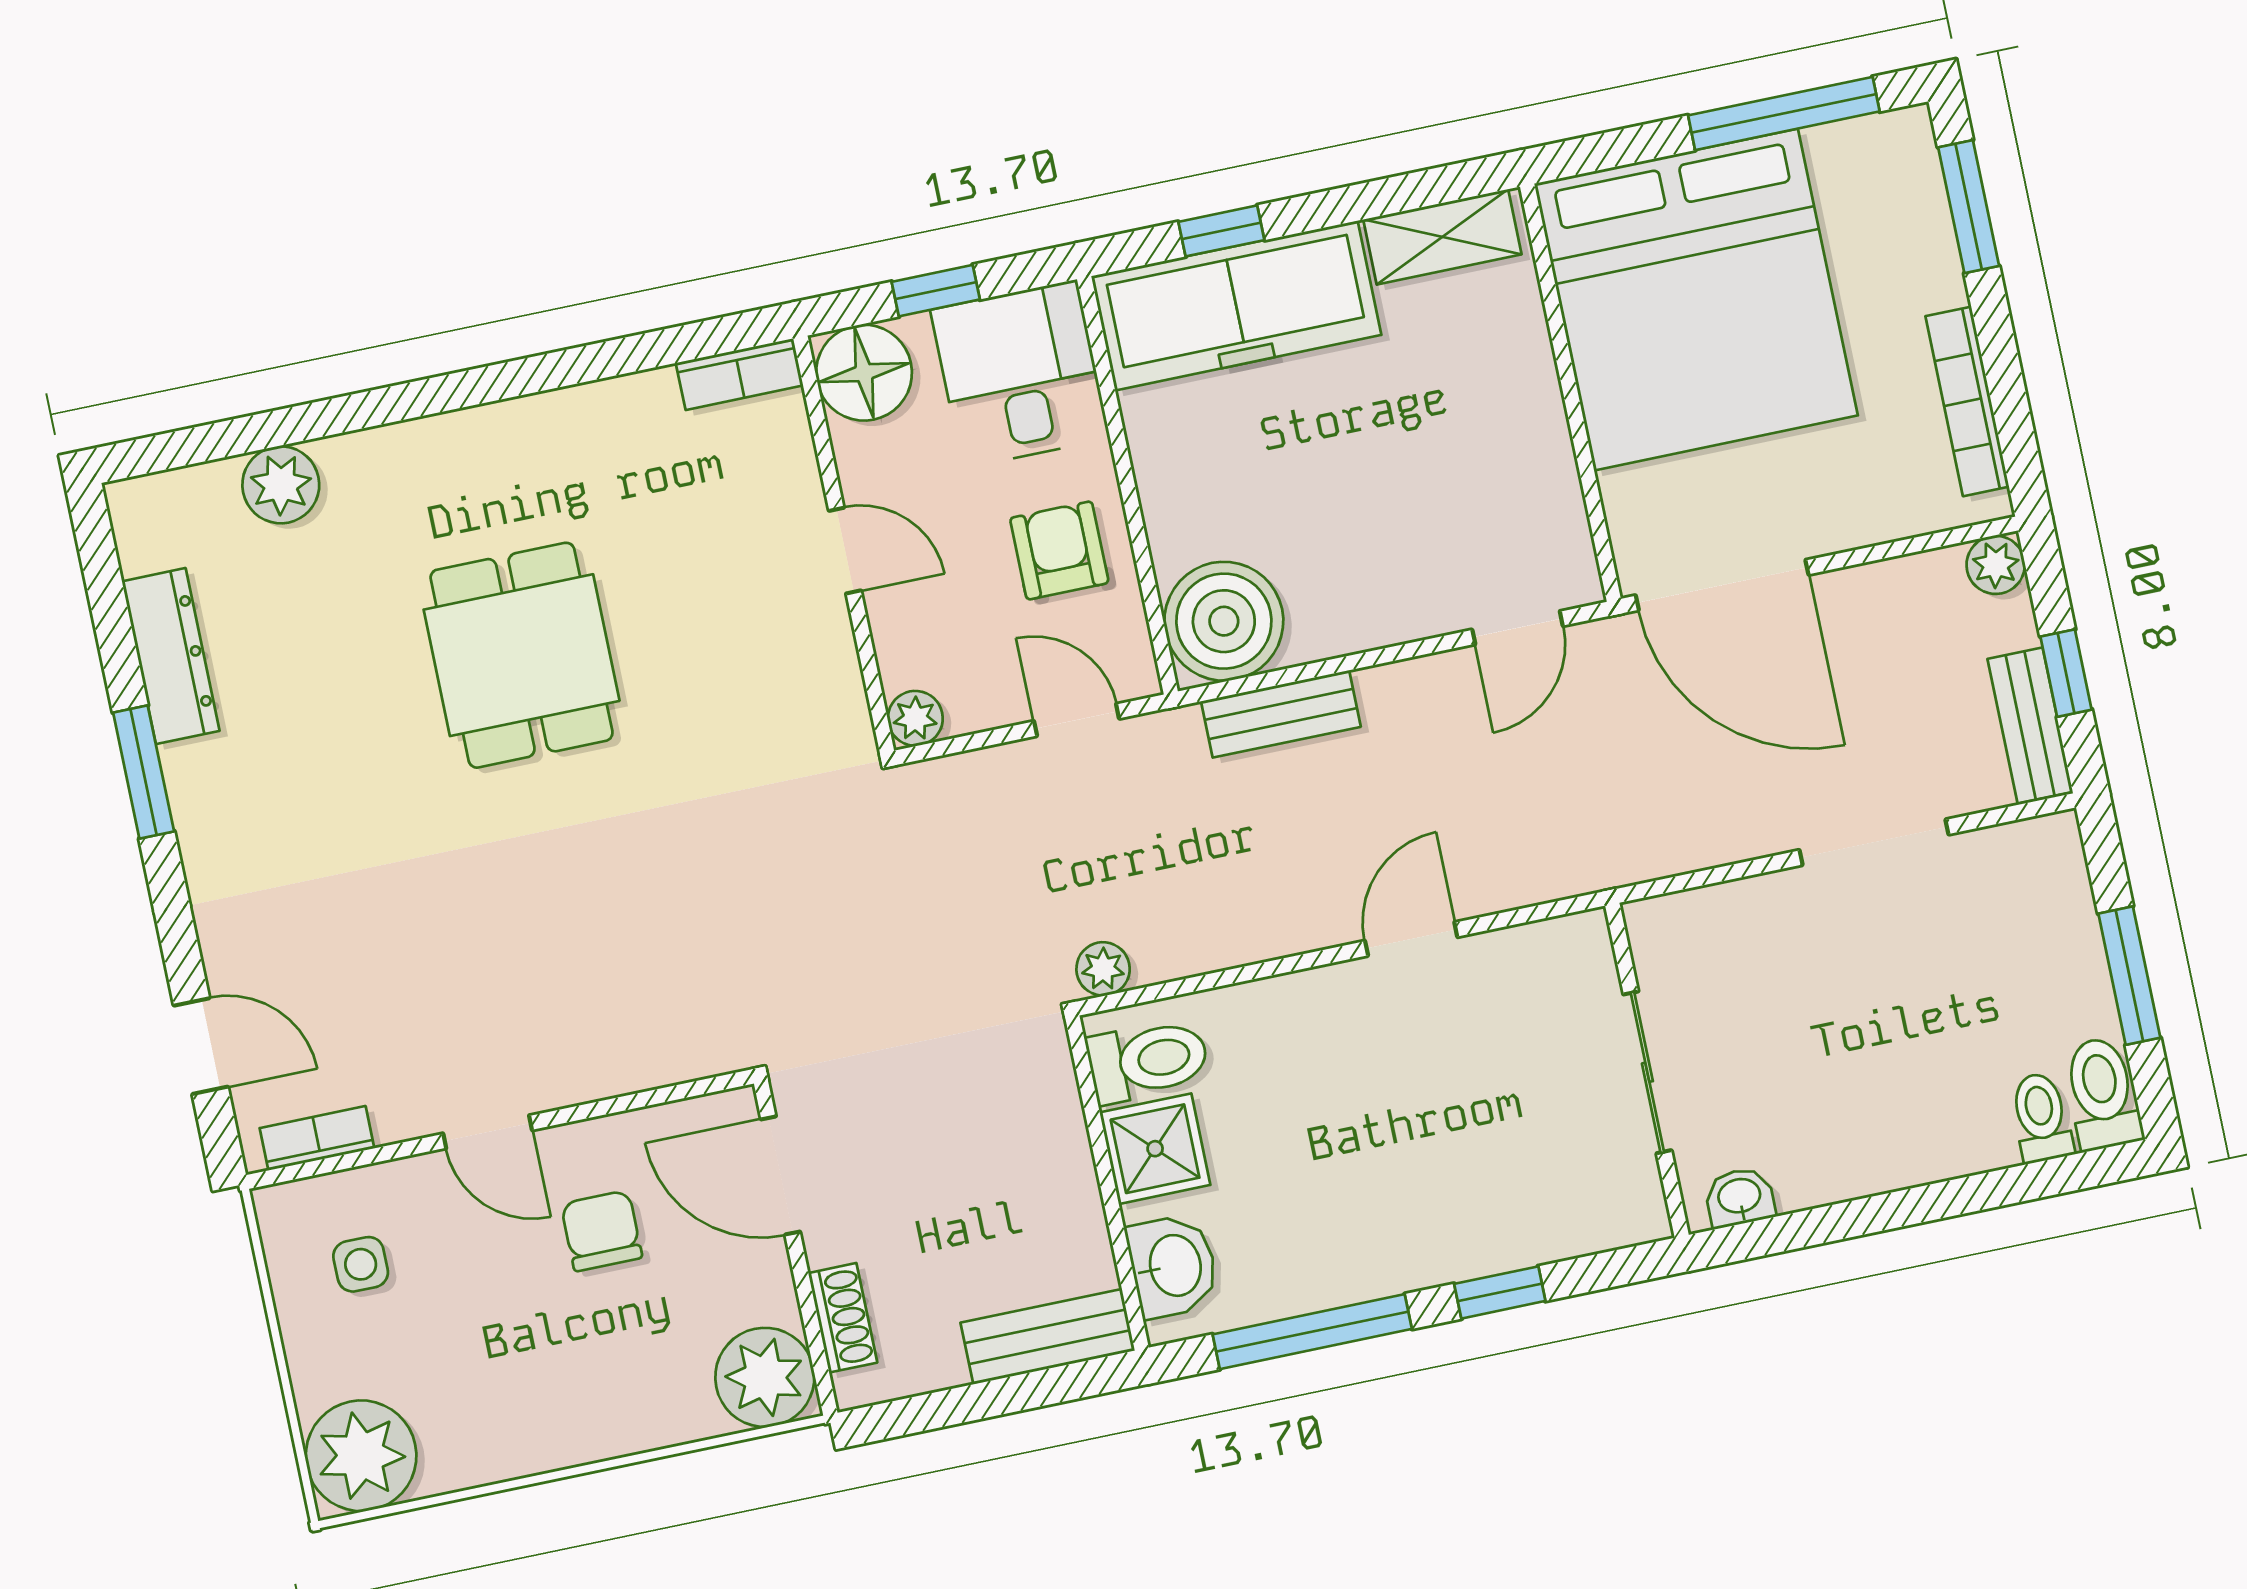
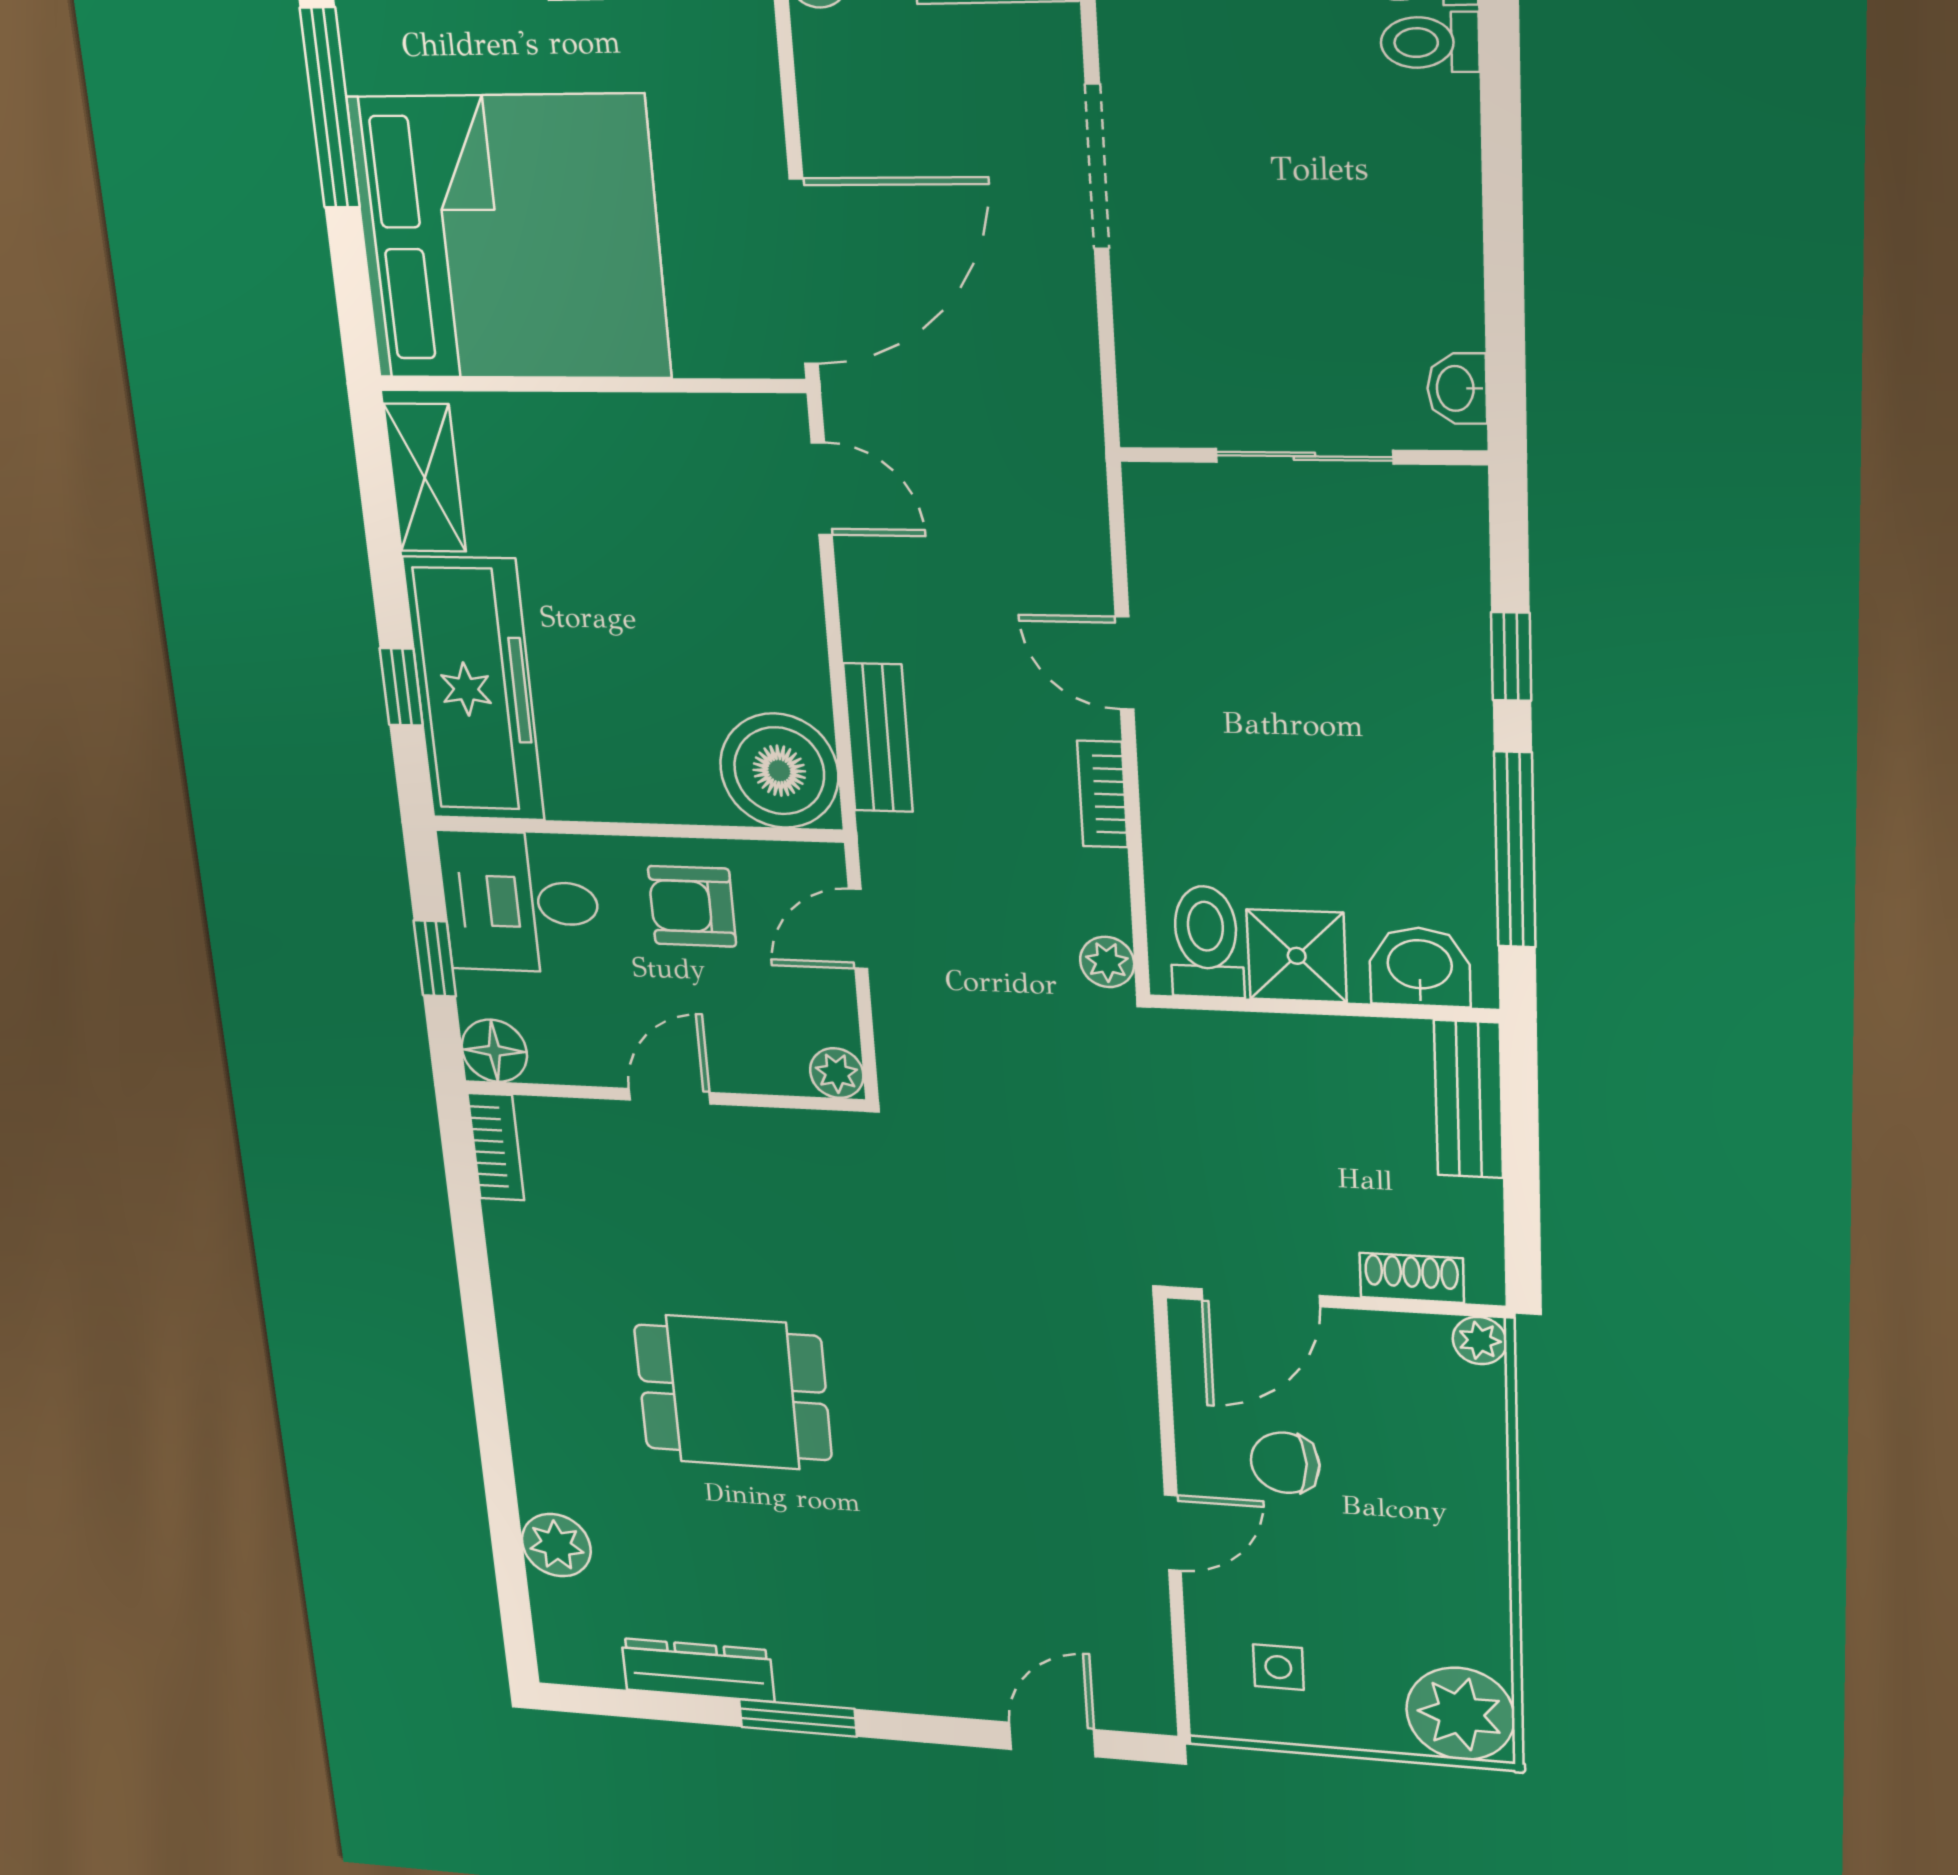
floor lamp: (864, 373) -> (494, 1051), width x0.73, depth x0.73
bookcase: (317, 1138) -> (1102, 794), moved
plant: (765, 1377) -> (1480, 1341), width x0.53, depth x0.53

